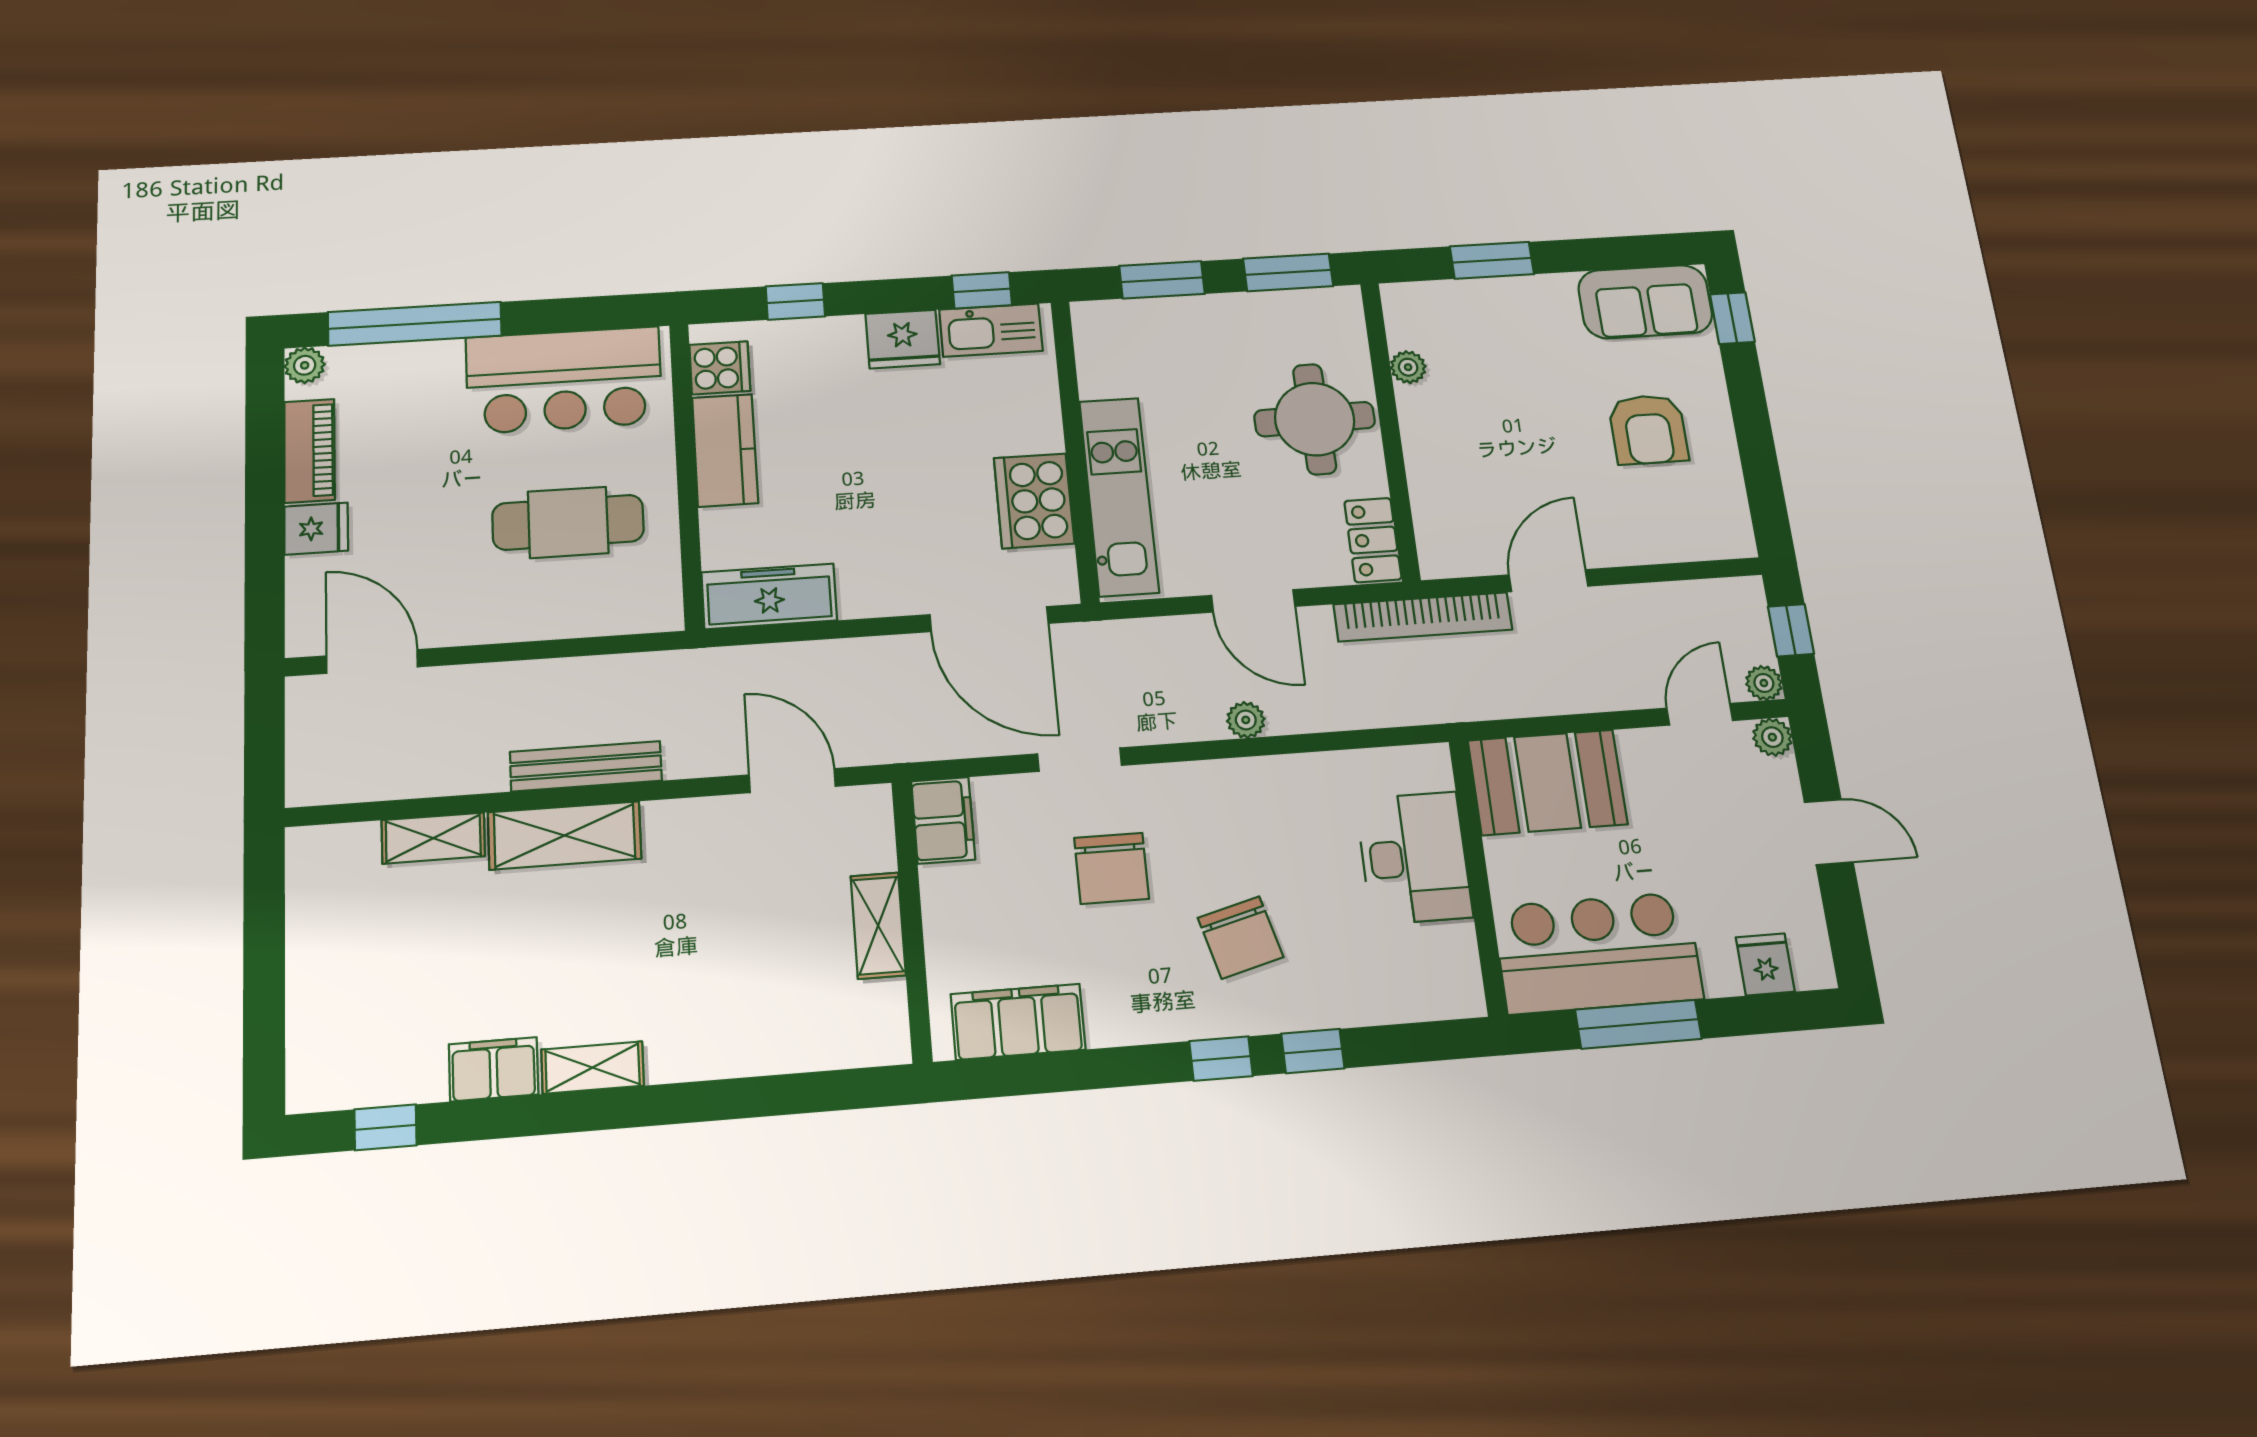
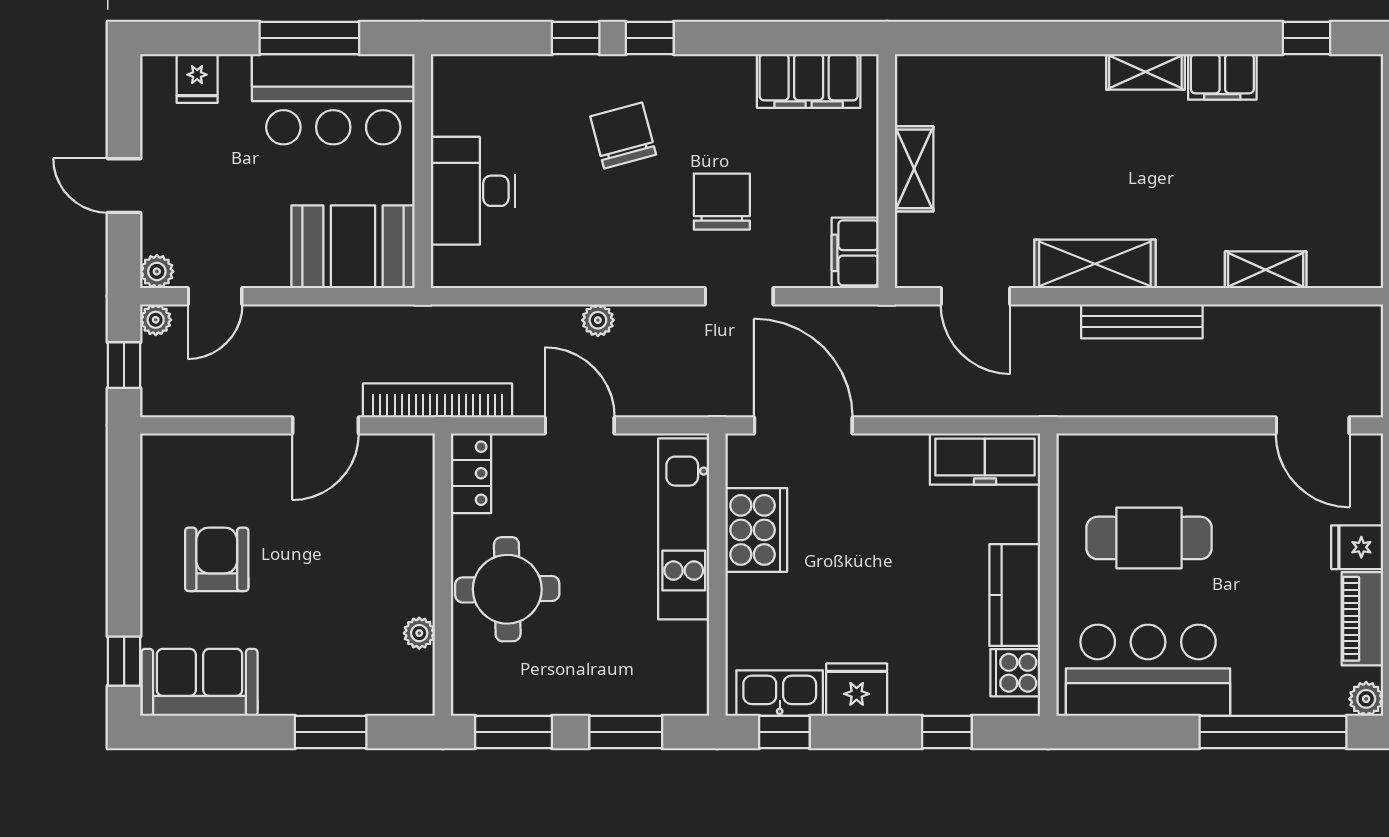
shelving: (564, 835) -> (1095, 264), moved

